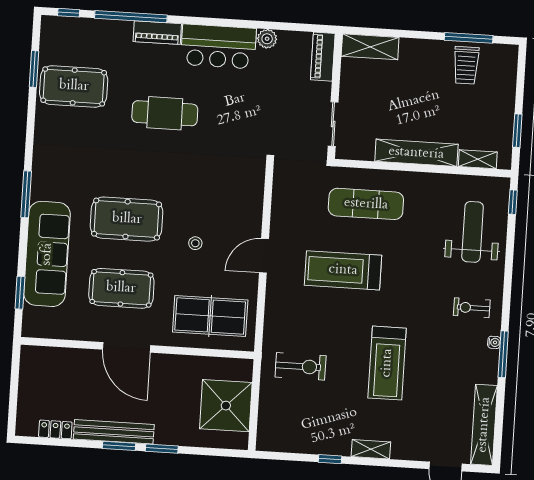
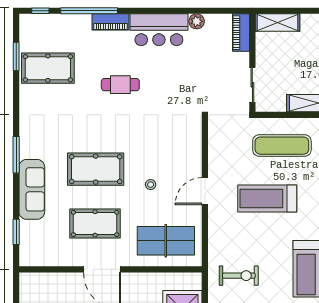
cafe table: (165, 113) -> (120, 85), width x0.73, depth x0.74
sofa: (47, 254) -> (32, 189), width x0.74, depth x0.79

